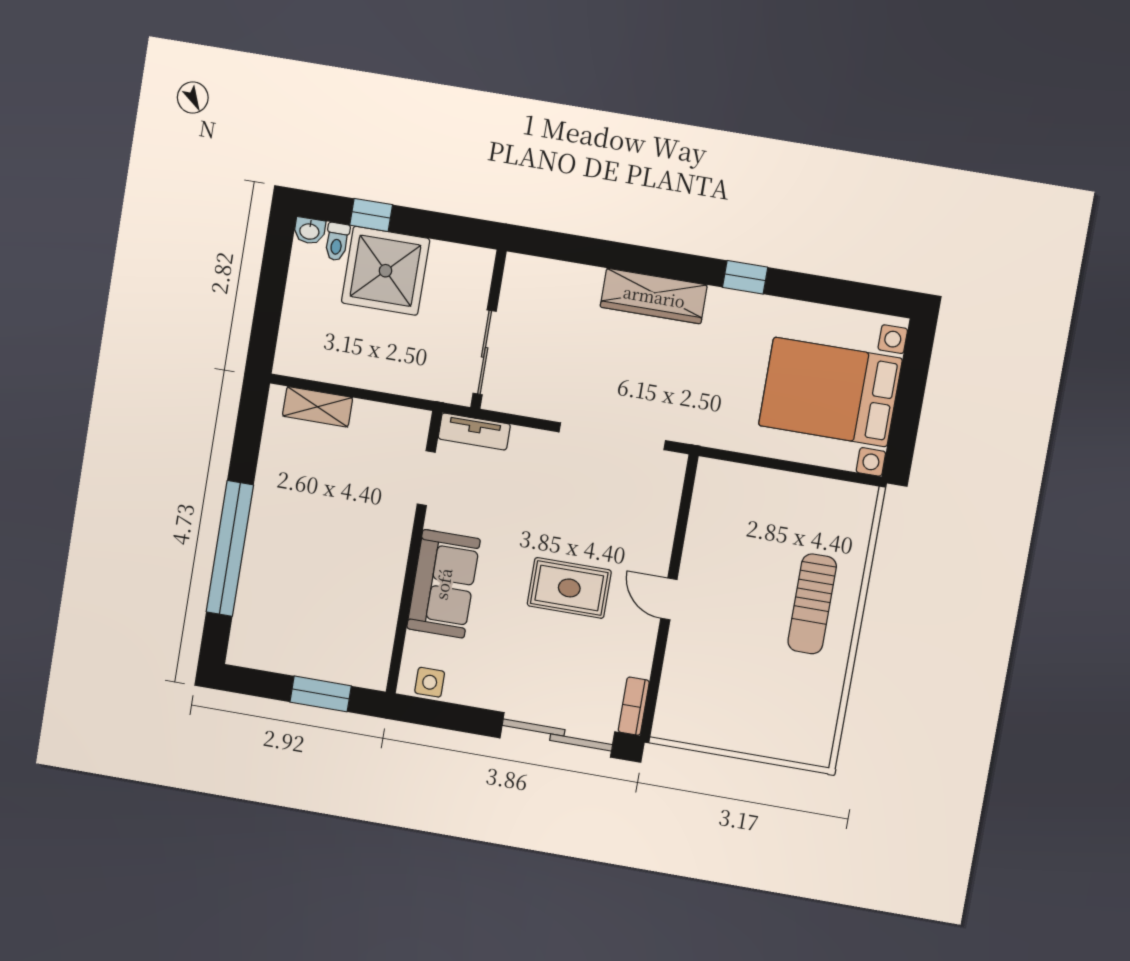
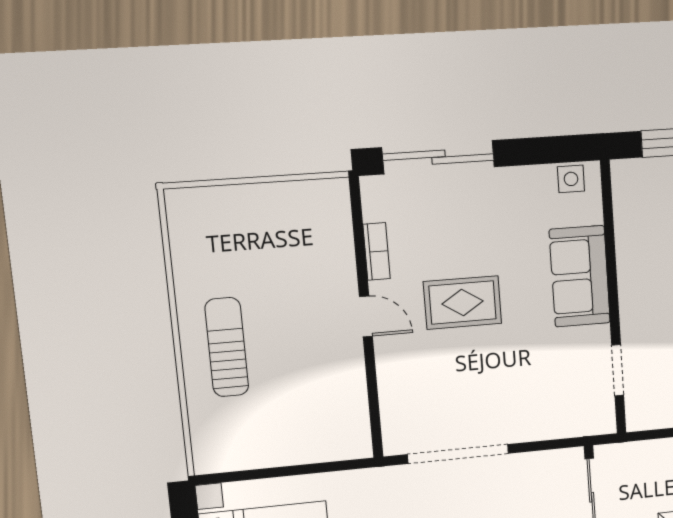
tv unit: (474, 431) -> (584, 424), removed
bookcase: (634, 706) -> (377, 251), moved

